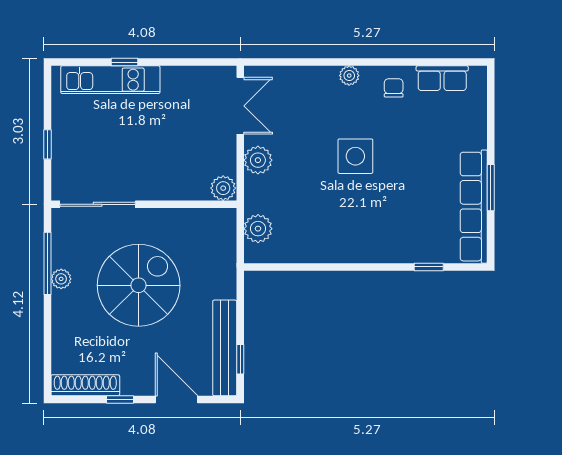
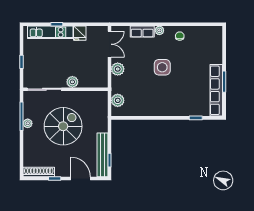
row of seats: (442, 78) -> (142, 32), moved
fridge: (175, 82) -> (80, 33), added
plant: (223, 188) -> (72, 82), moved

